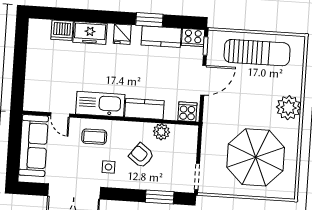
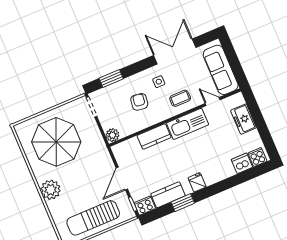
freezer: (90, 33) -> (243, 119), moved, turned -90
cooker: (187, 112) -> (257, 157), moved, turned 180
plant: (161, 132) -> (112, 135), moved
armchair: (141, 155) -> (139, 102), turned -119

